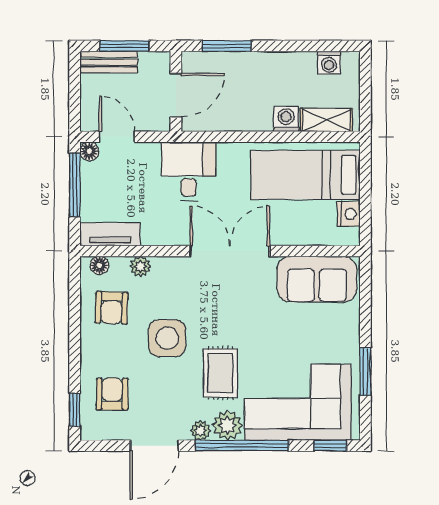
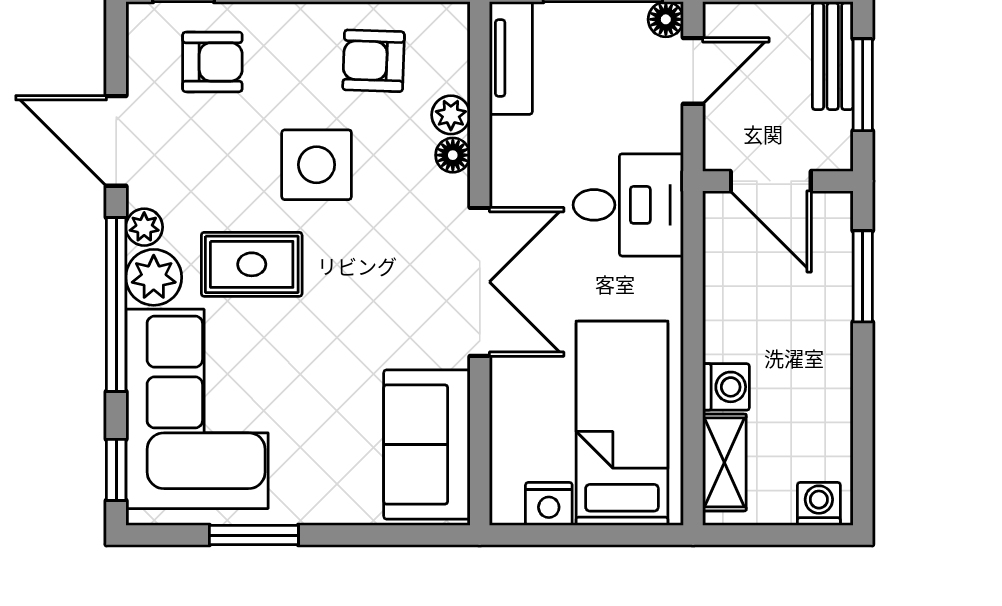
washing machine: (329, 63) -> (819, 504), moved, turned 90
floor lamp: (100, 265) -> (453, 155), moved

